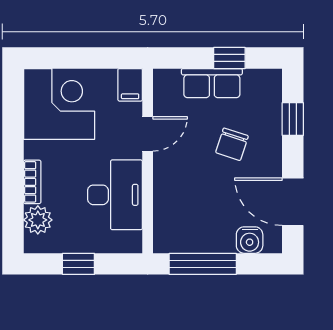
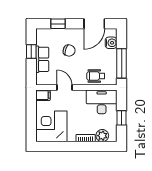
desk: (115, 195) -> (102, 102), moved
wheelchair: (174, 205) -> (96, 76), added

